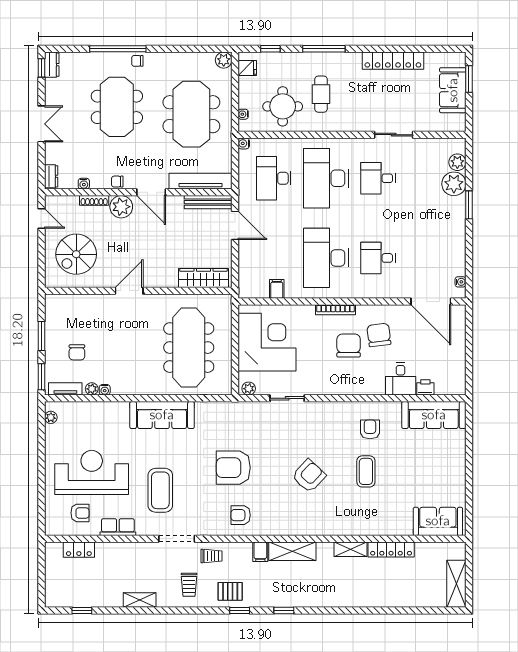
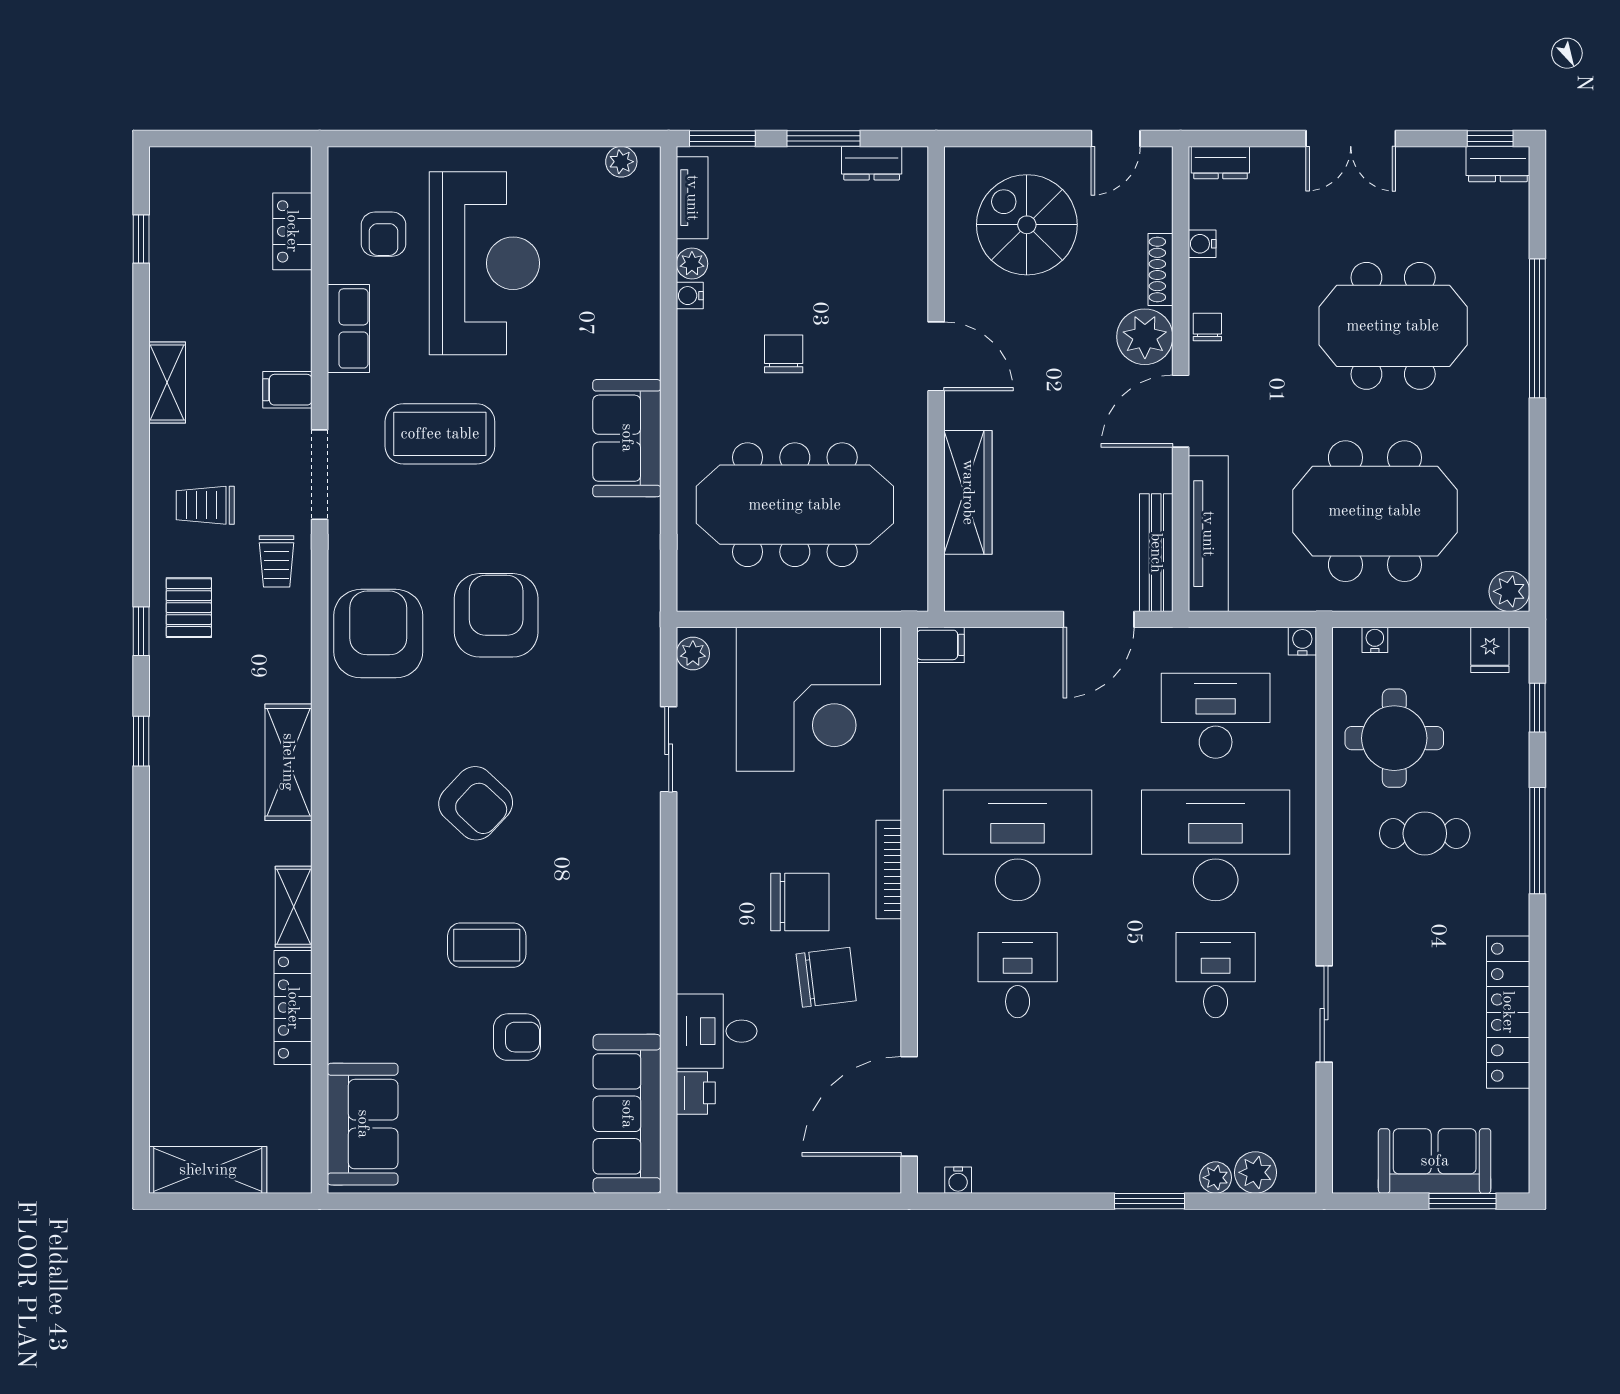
chair: (137, 61) -> (1507, 377), removed
plant: (454, 184) -> (1216, 1178), width x0.53, depth x0.53
wardrobe: (203, 278) -> (968, 492), moved
filing cabinet: (277, 289) -> (940, 645), moved
dresser: (51, 317) -> (872, 163), added
chair: (77, 352) -> (784, 354), moved, turned 90
sofa: (162, 415) -> (627, 438), width x0.73
armchair: (370, 429) -> (517, 1037), moved
armchair: (241, 515) -> (378, 634), width x1.88, depth x1.88
filing cabinet: (260, 552) -> (287, 390), moved

